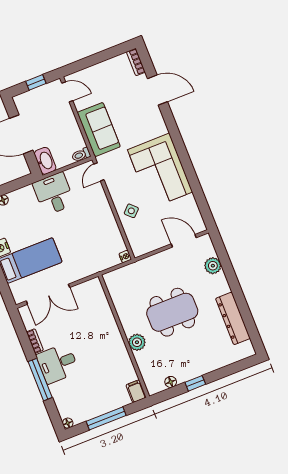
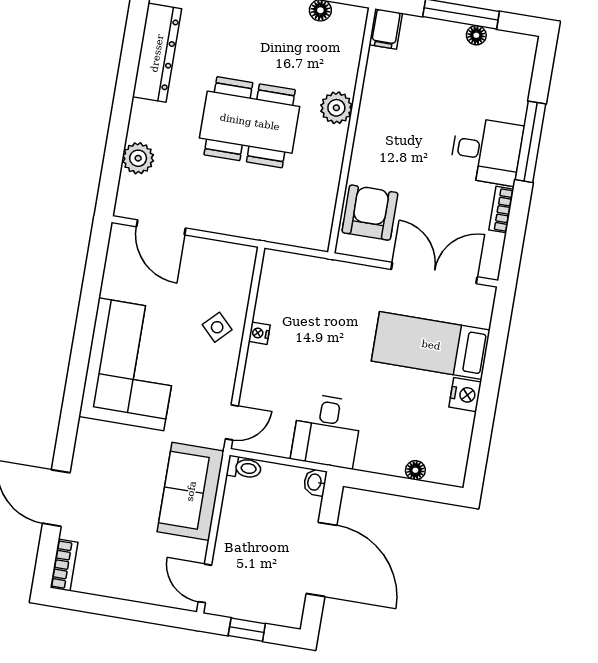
washbasin: (45, 161) -> (315, 482), width x0.52, depth x0.69
nightstand: (125, 257) -> (259, 333), moved
armchair: (93, 304) -> (370, 213), added
floor lamp: (68, 423) -> (476, 35), moved

